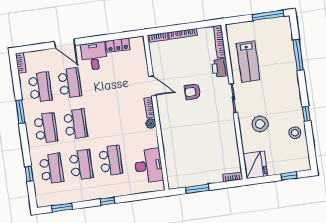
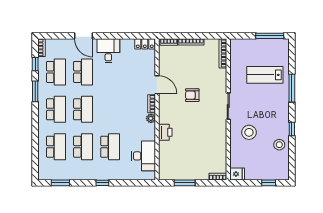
locker: (118, 45) -> (145, 44), moved
window: (298, 55) -> (292, 88), moved
lab bench: (248, 62) -> (265, 75), moved, turned 90
printer: (220, 68) -> (165, 132), moved, turned 180
fridge: (255, 165) -> (237, 174), width x0.53, depth x0.75
window: (29, 174) -> (35, 64), moved

